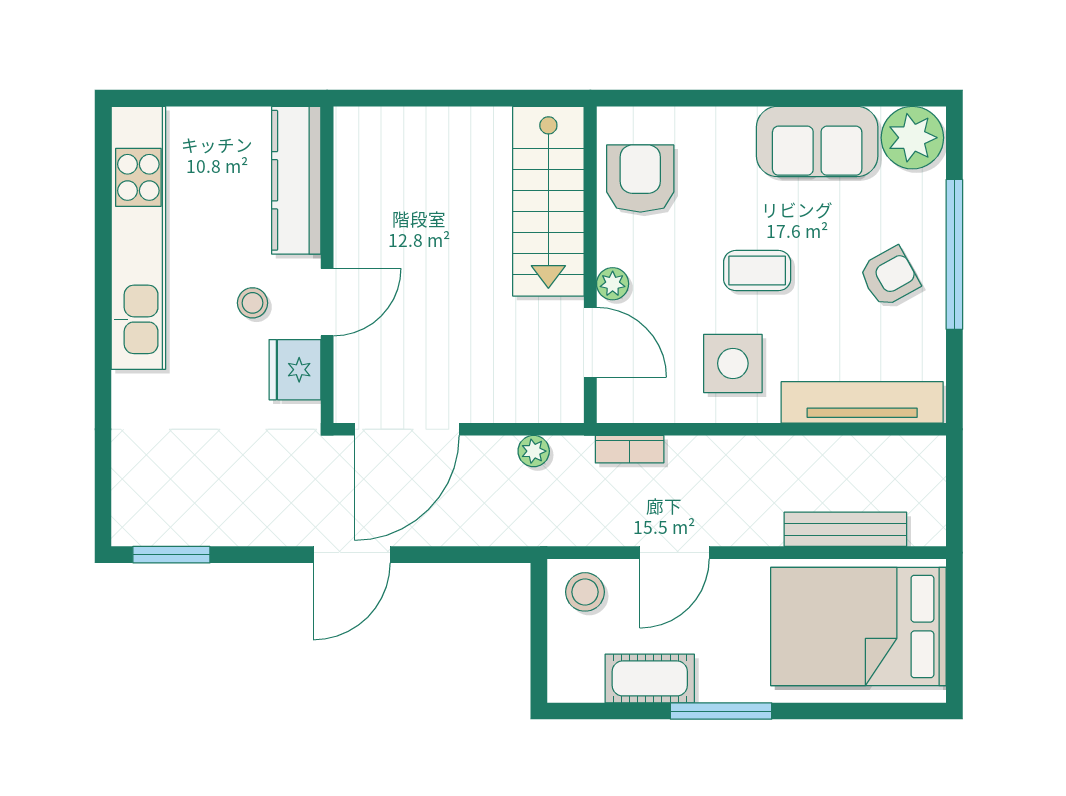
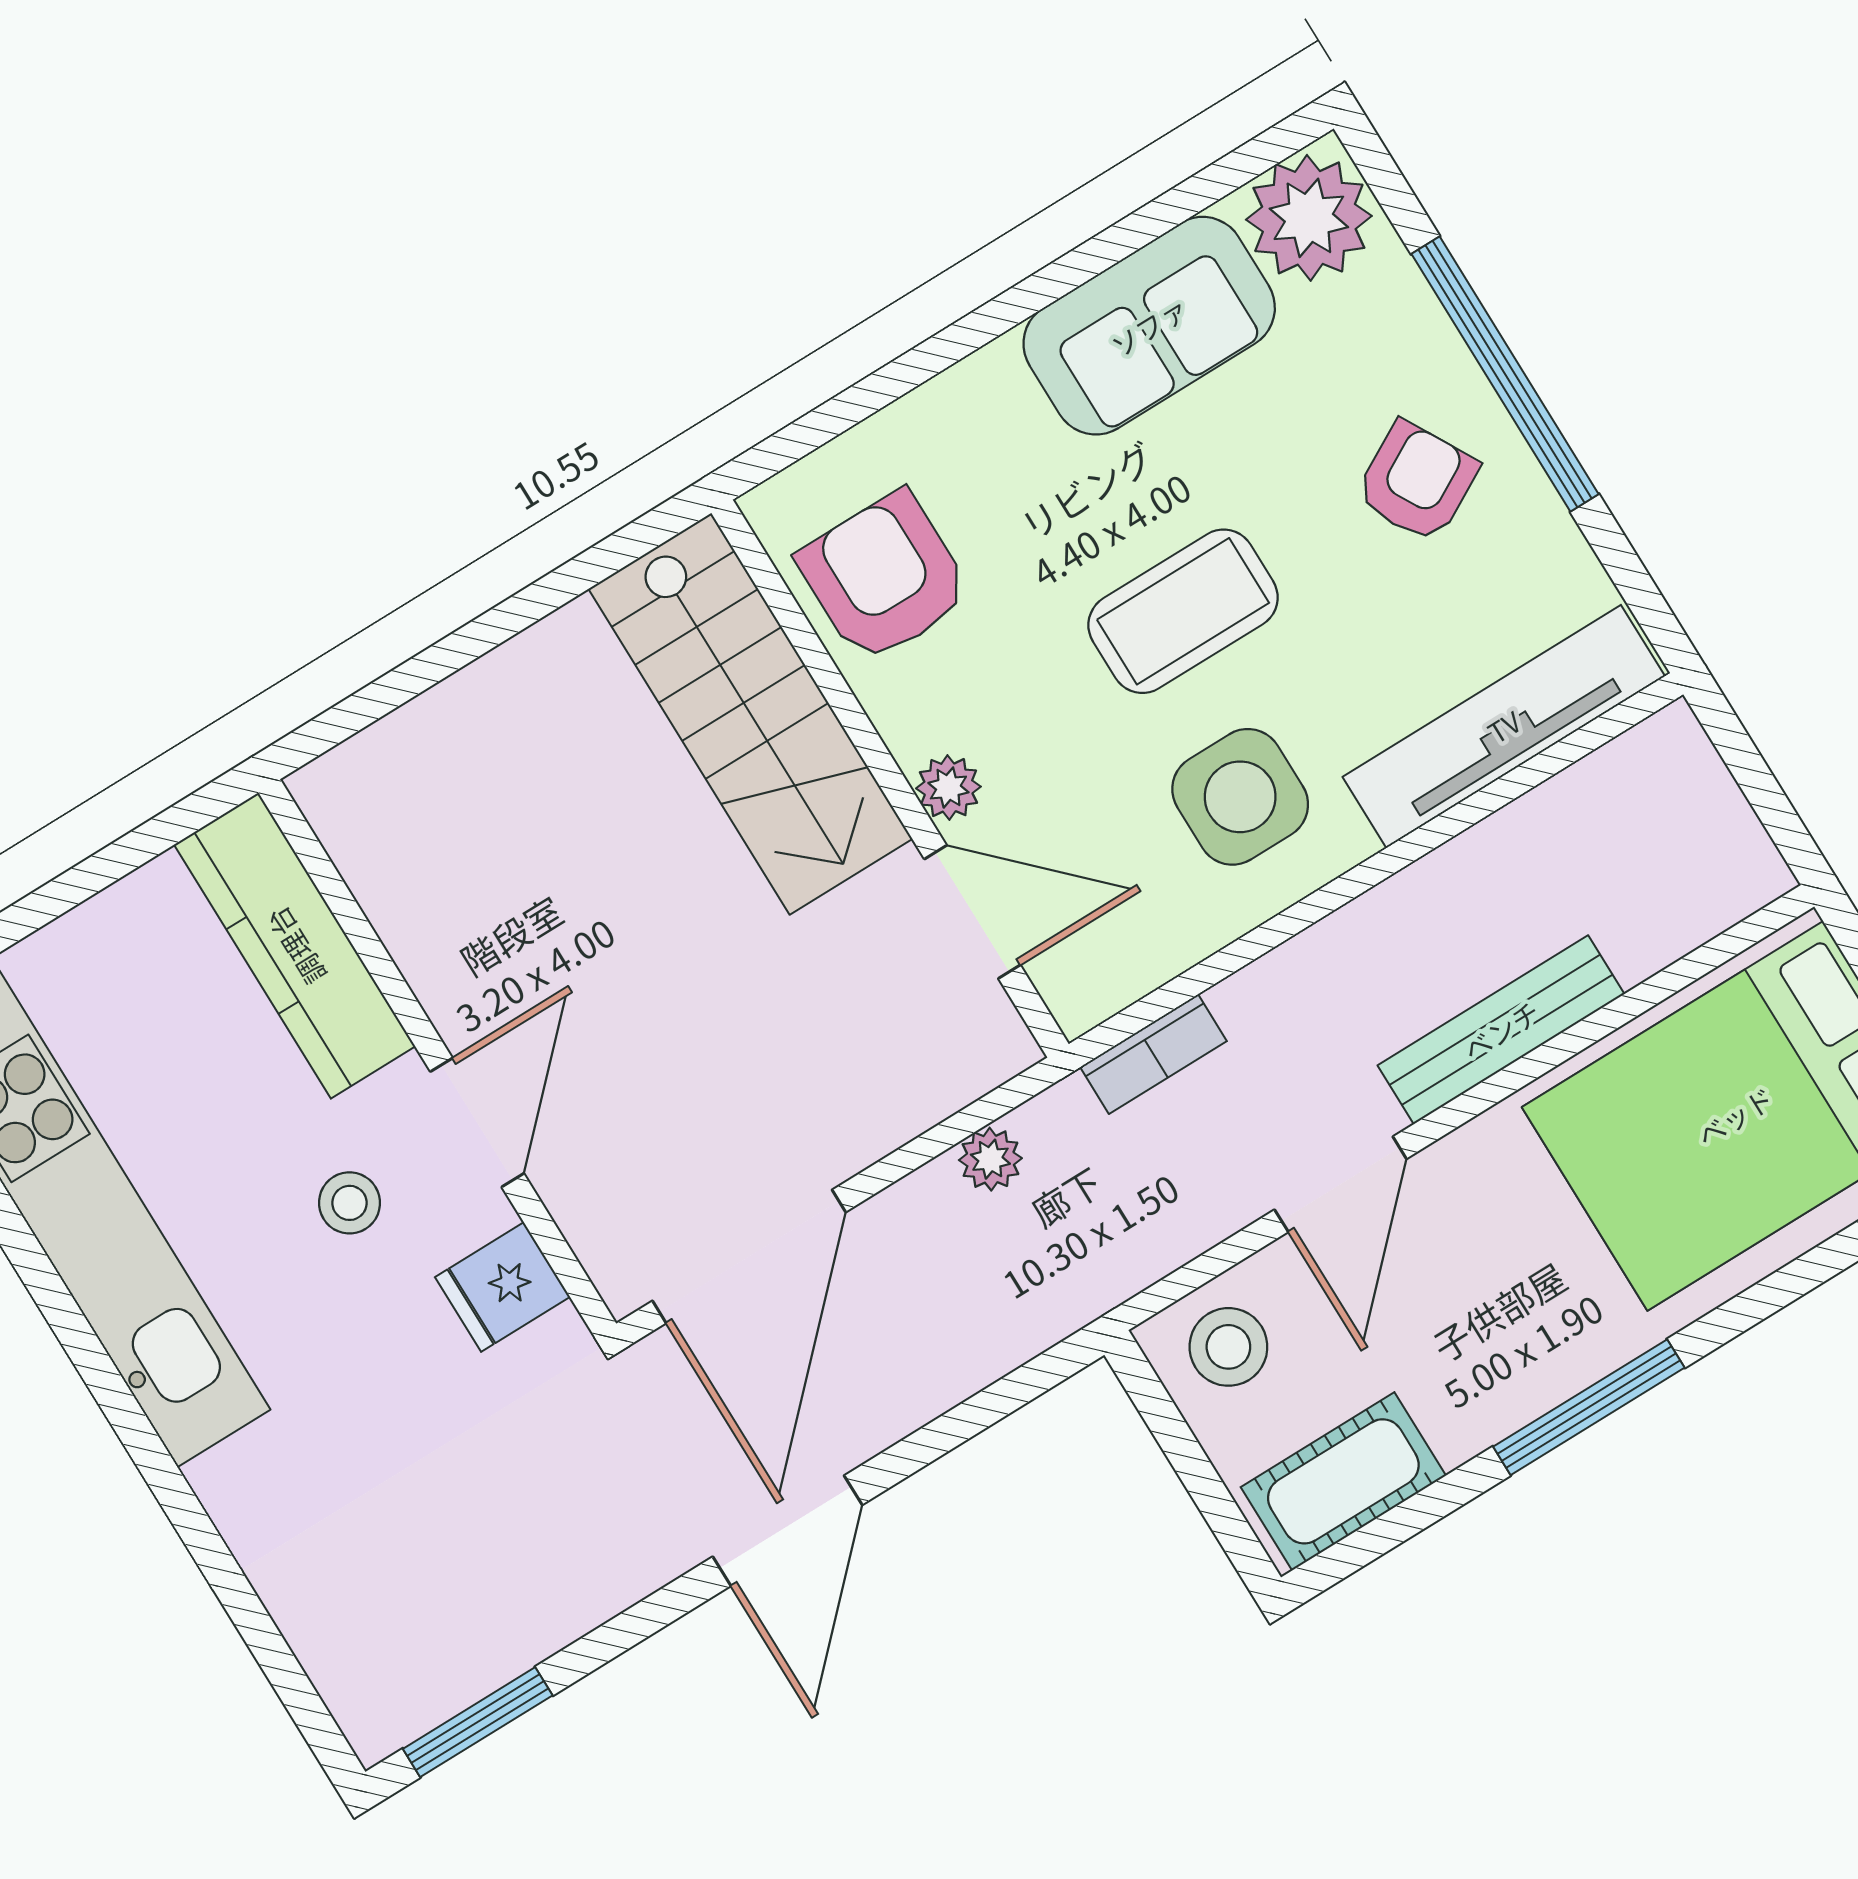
coffee table: (757, 271) -> (1183, 611), width x1.36, depth x1.30
fridge: (295, 370) -> (503, 1287), width x0.72
bench: (845, 529) -> (1501, 1030), moved
cot: (650, 678) -> (1343, 1481), moved

